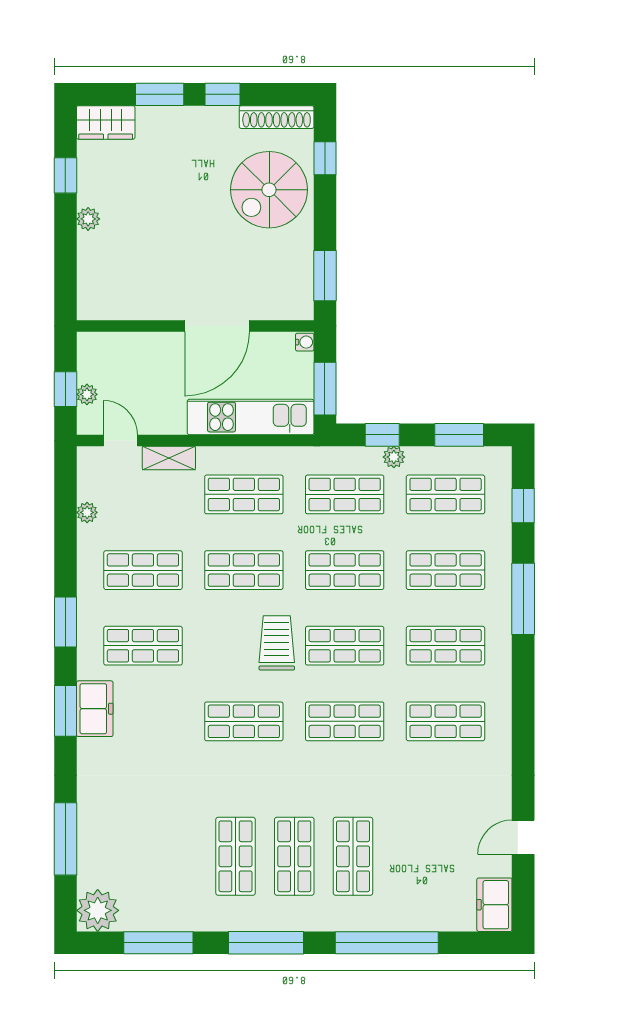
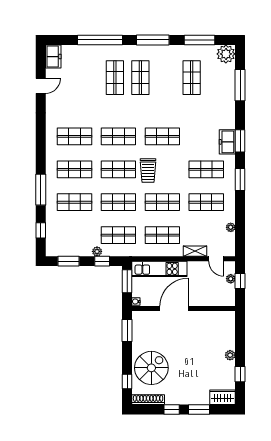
shop shelf: (446, 494) -> (75, 235), removed
shop shelf: (236, 856) -> (192, 78), moved

